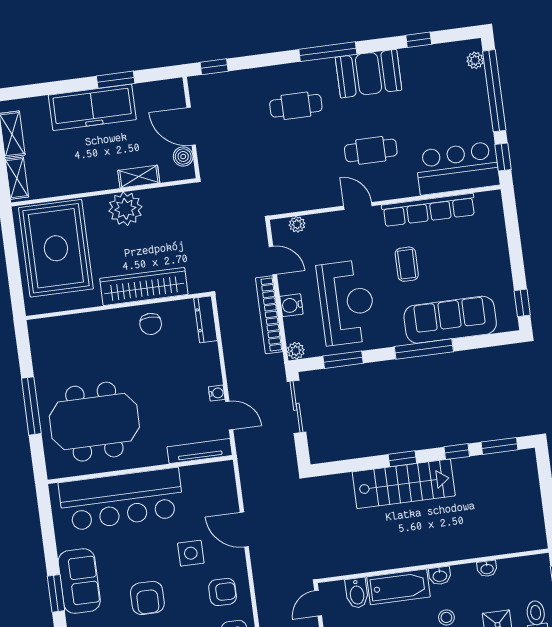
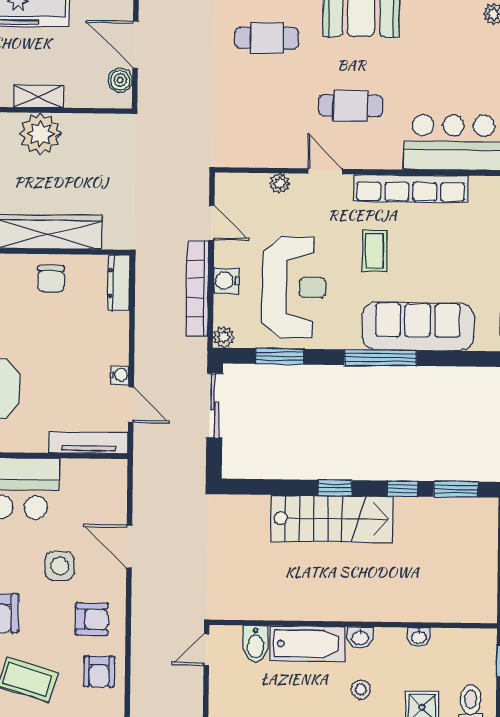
shelving: (139, 177) -> (39, 96), moved
plant: (297, 224) -> (280, 183), moved

